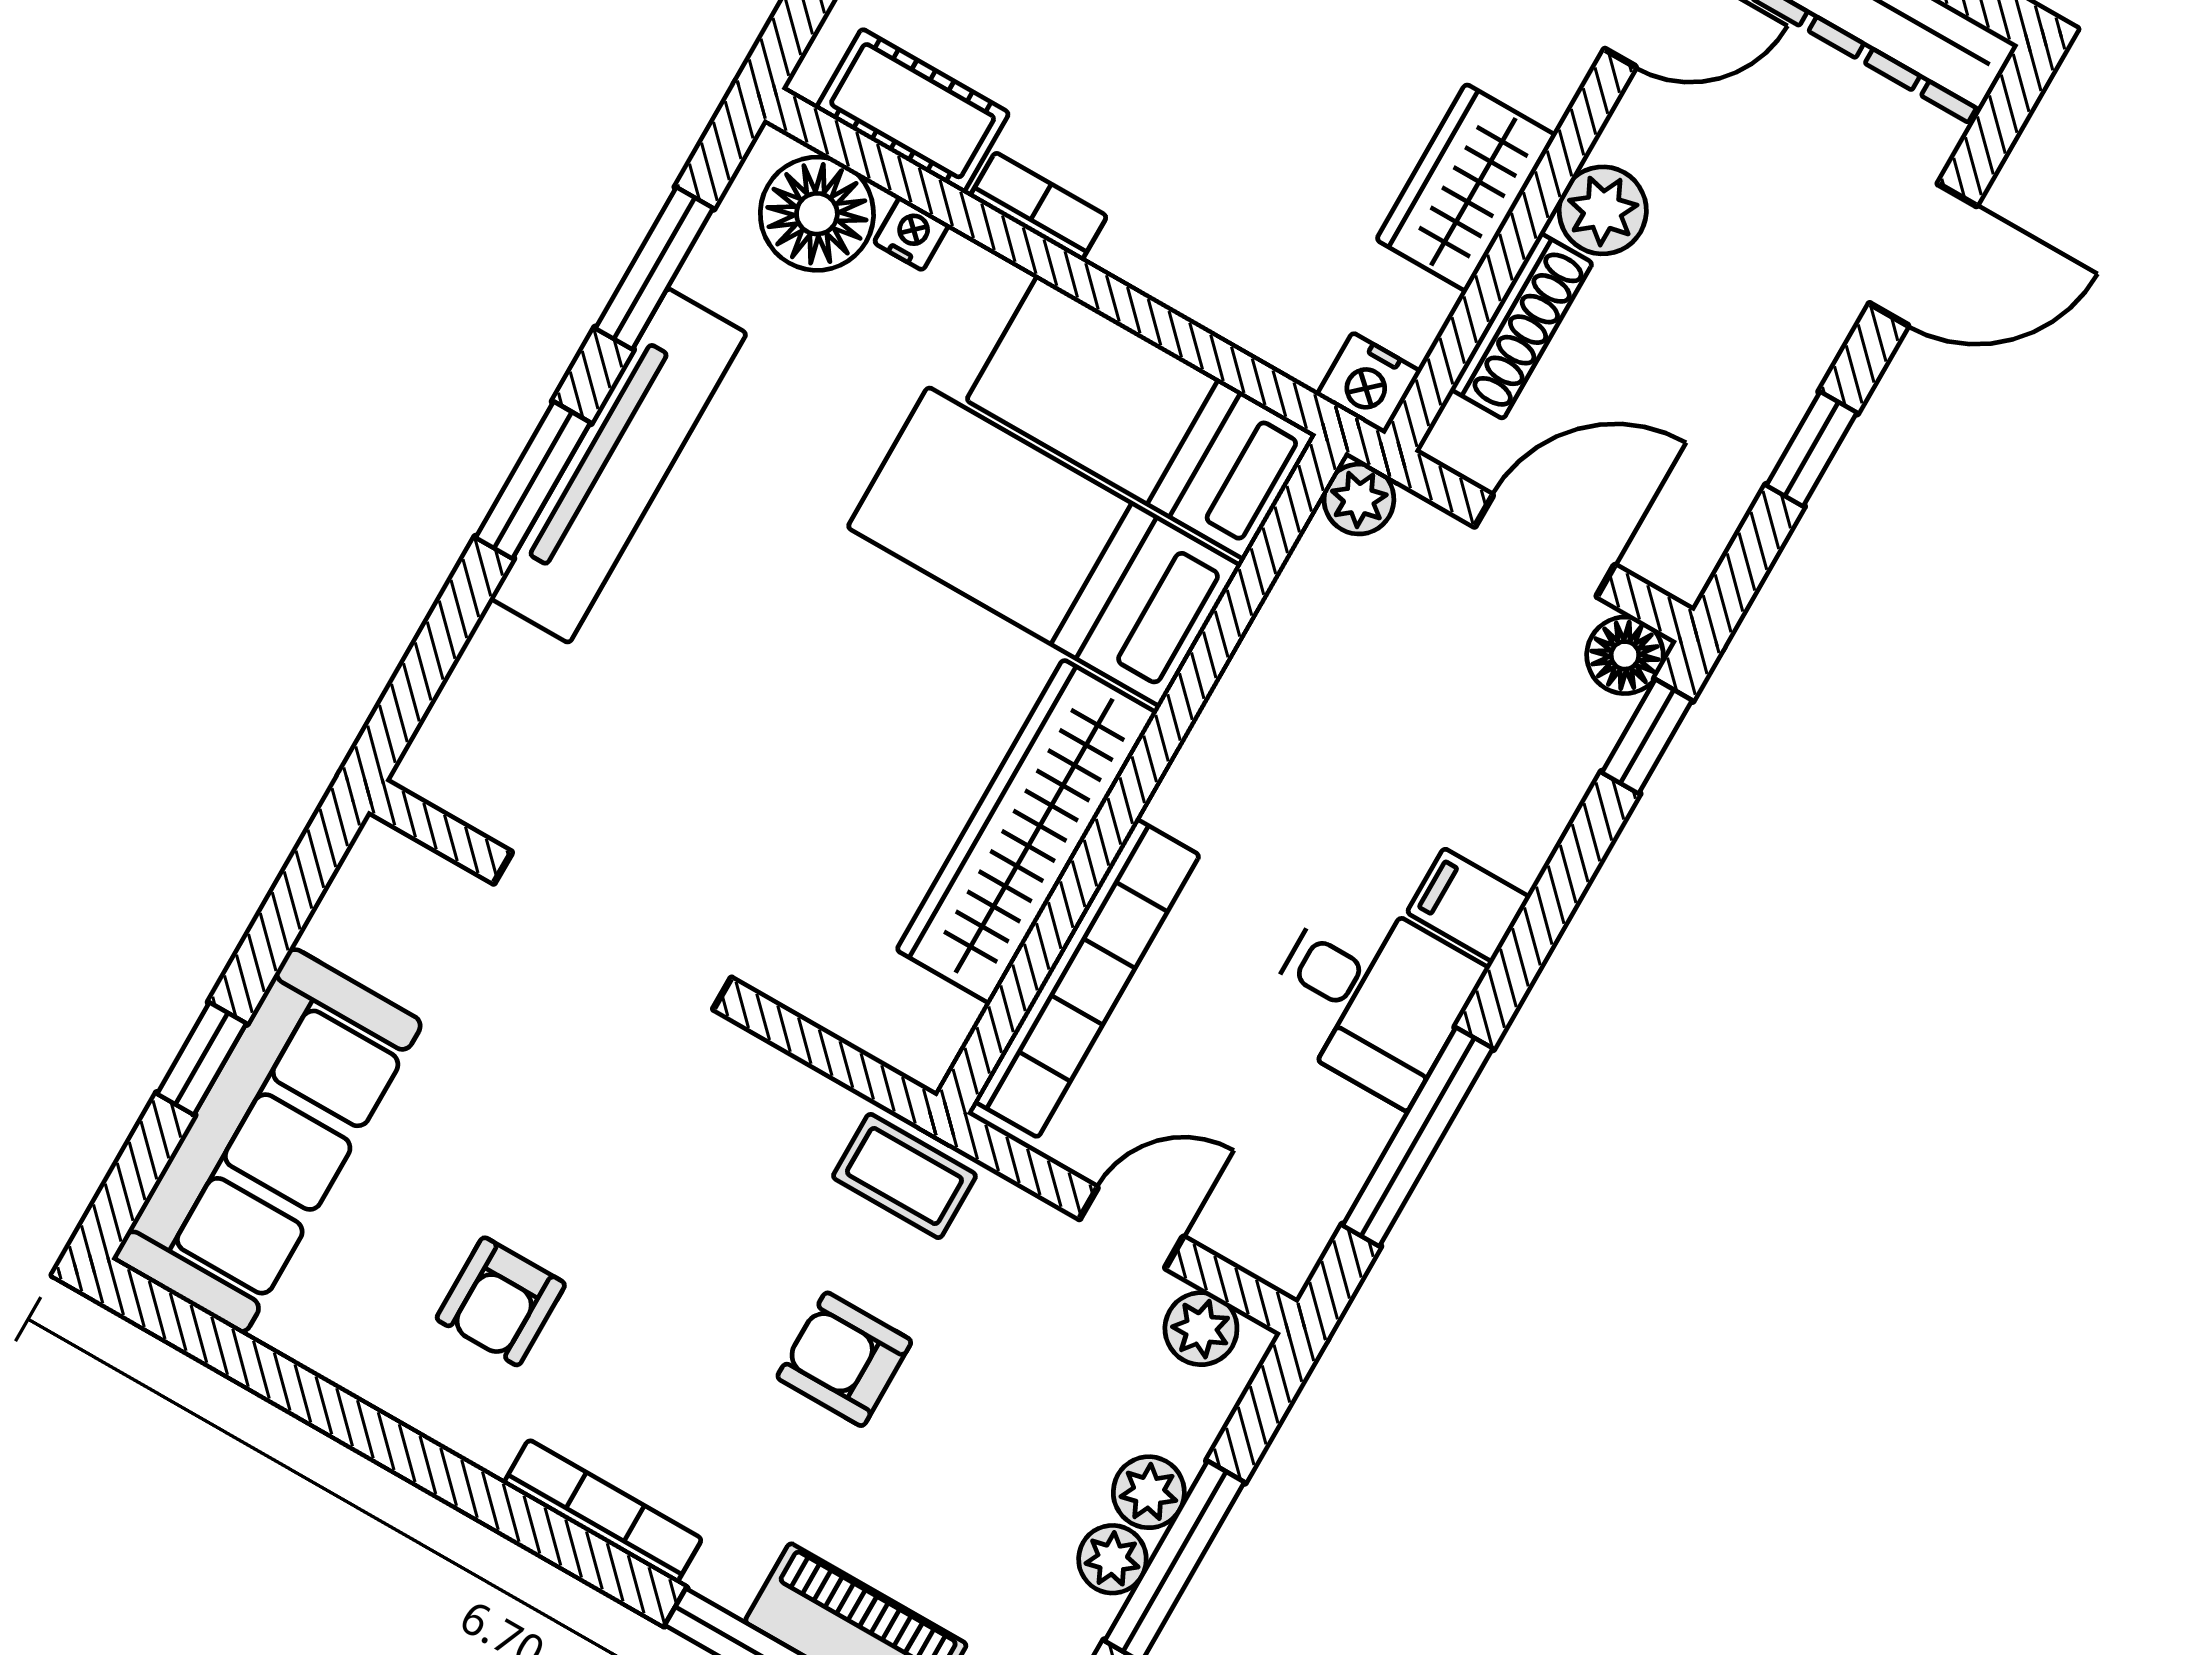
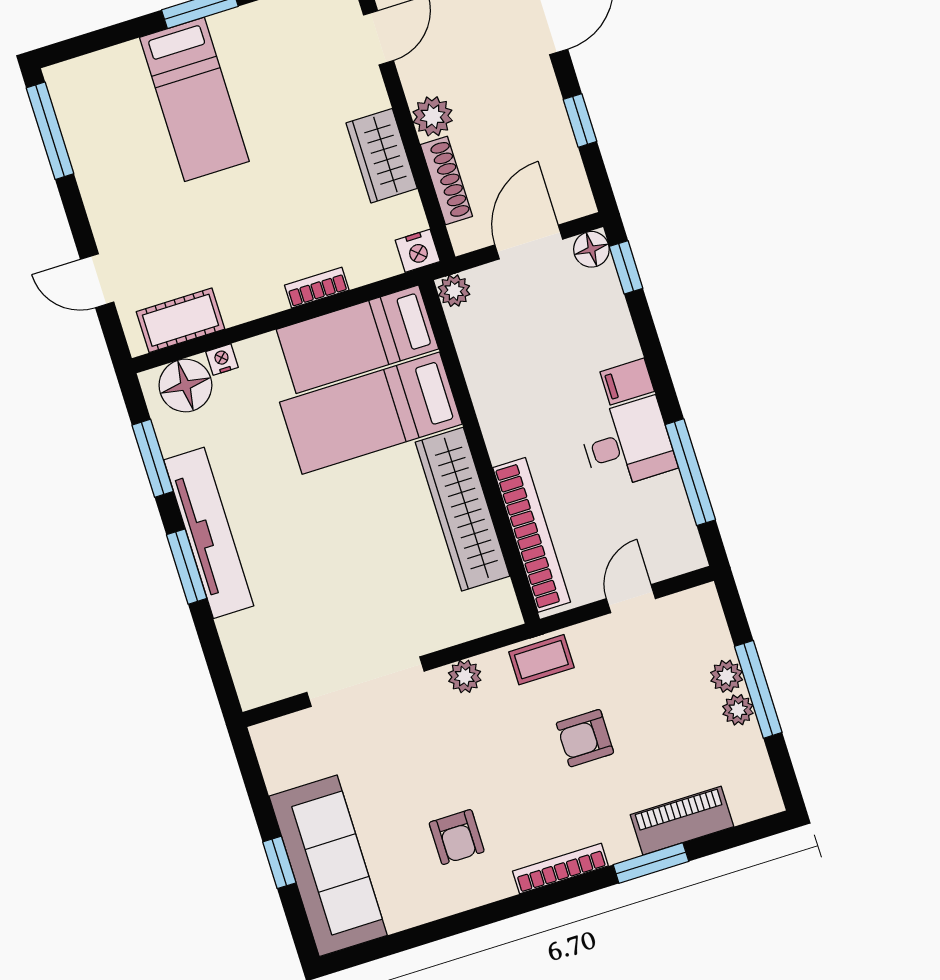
bookcase: (1038, 206) -> (317, 288), moved
plant: (1201, 1329) -> (465, 676), moved

